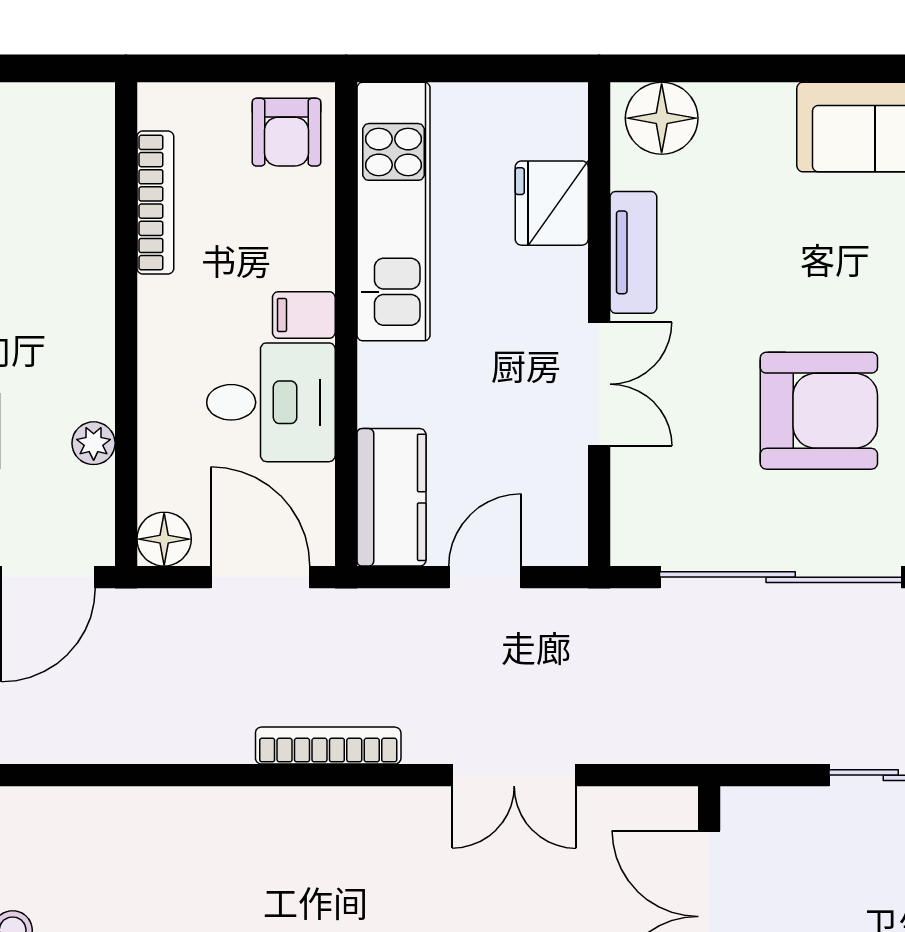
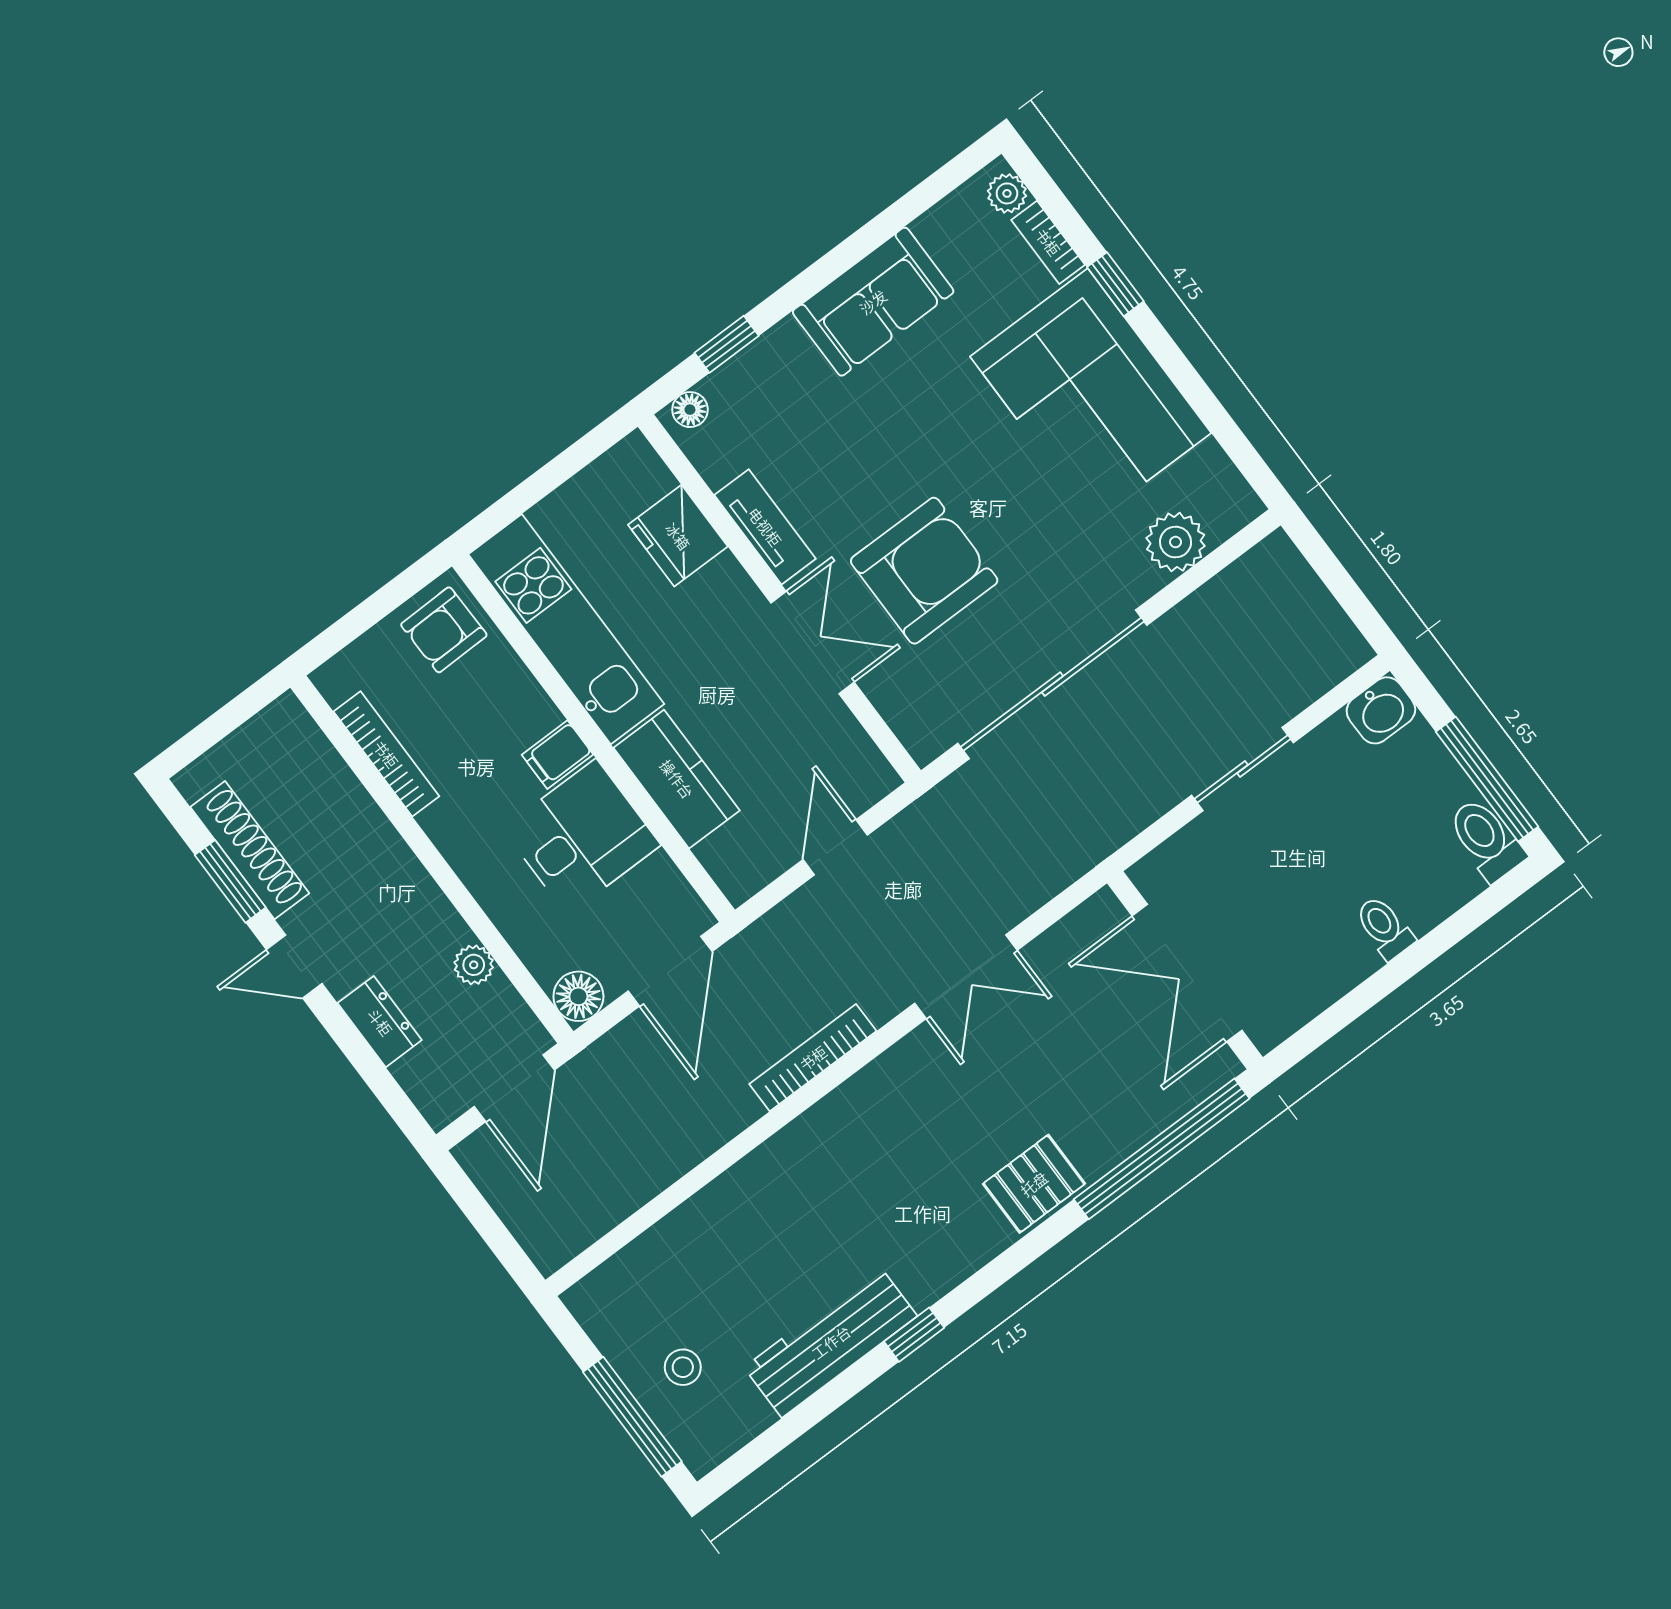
window: (719, 68) -> (727, 344), added
floor lamp: (662, 118) -> (690, 410), width x0.53, depth x0.53
armchair: (286, 132) -> (444, 630), turned 89
armchair: (819, 411) -> (924, 571), moved
kitchen counter: (391, 497) -> (677, 779), moved
door: (260, 577) -> (670, 971), swing flipped

